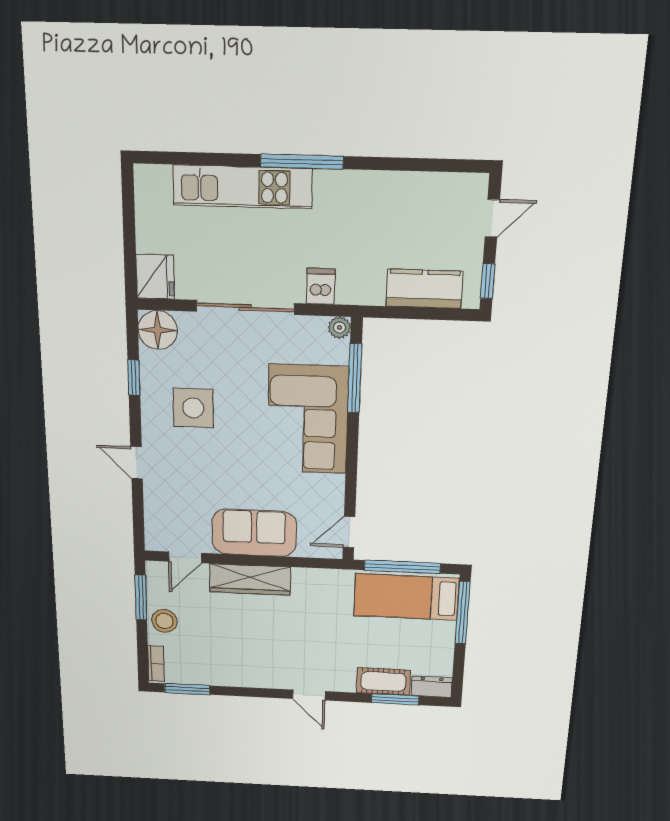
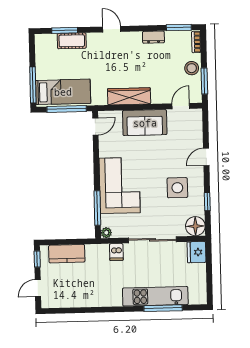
window: (302, 162) -> (163, 308), moved
door: (137, 463) -> (206, 157), swing flipped
wardrobe: (250, 580) -> (129, 96), moved
dresser: (432, 687) -> (153, 37), moved

